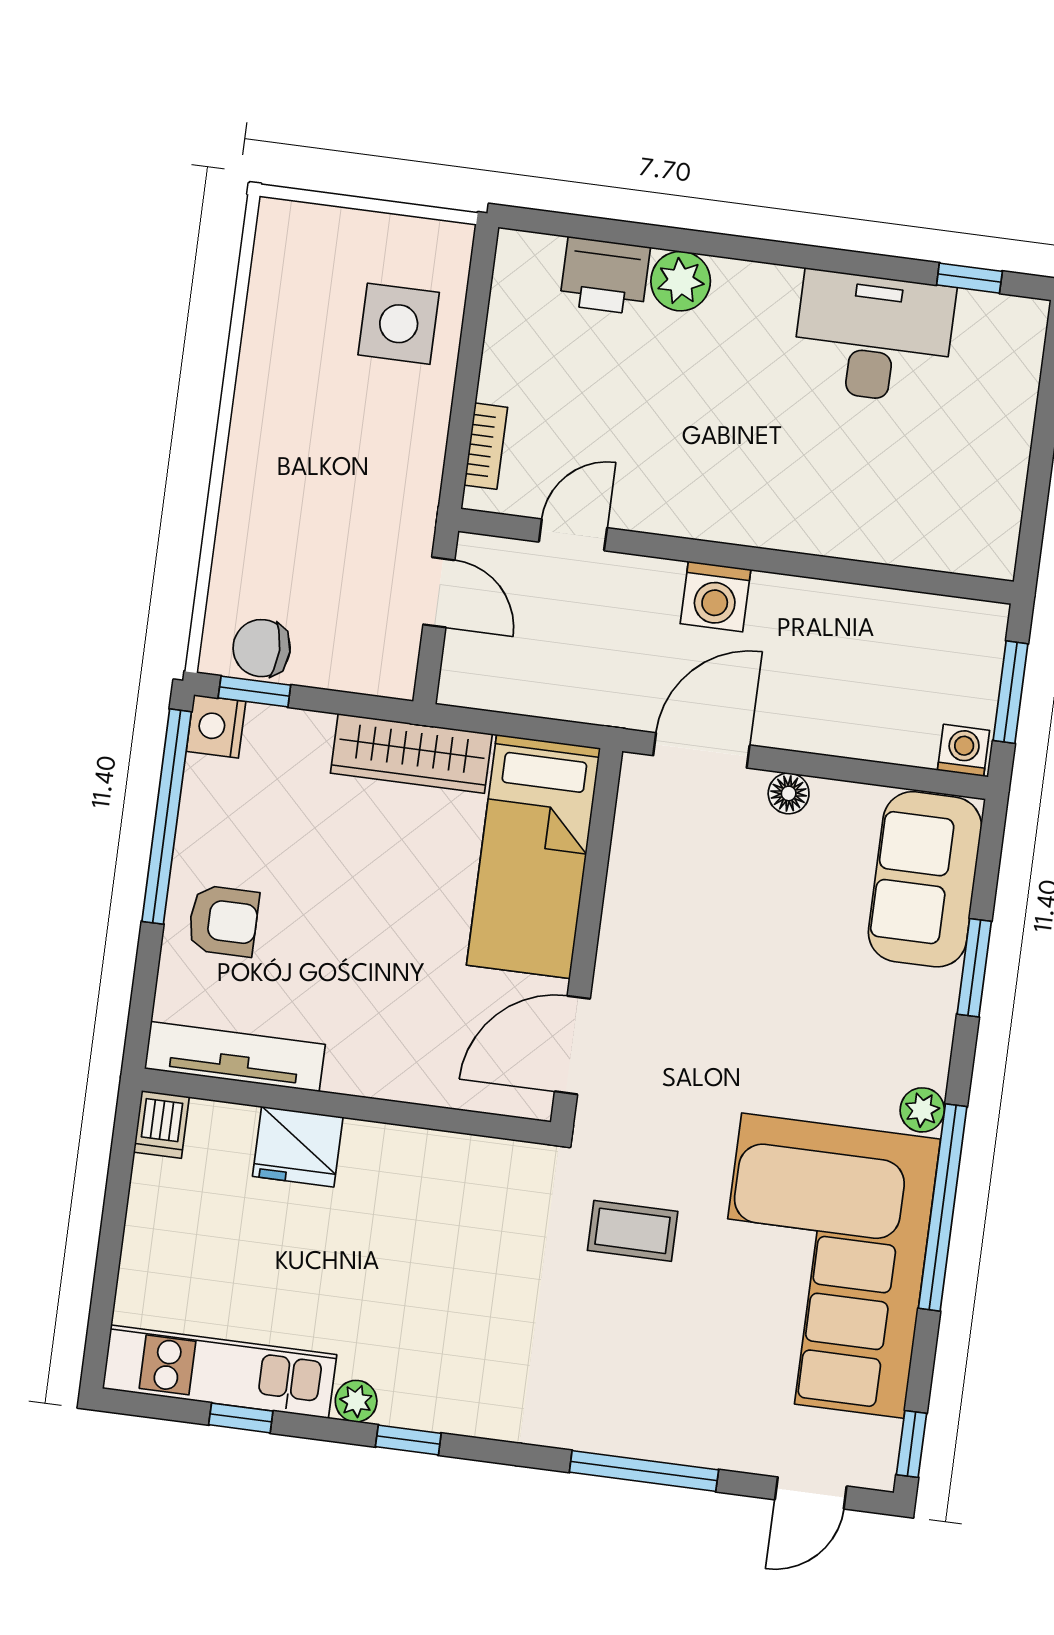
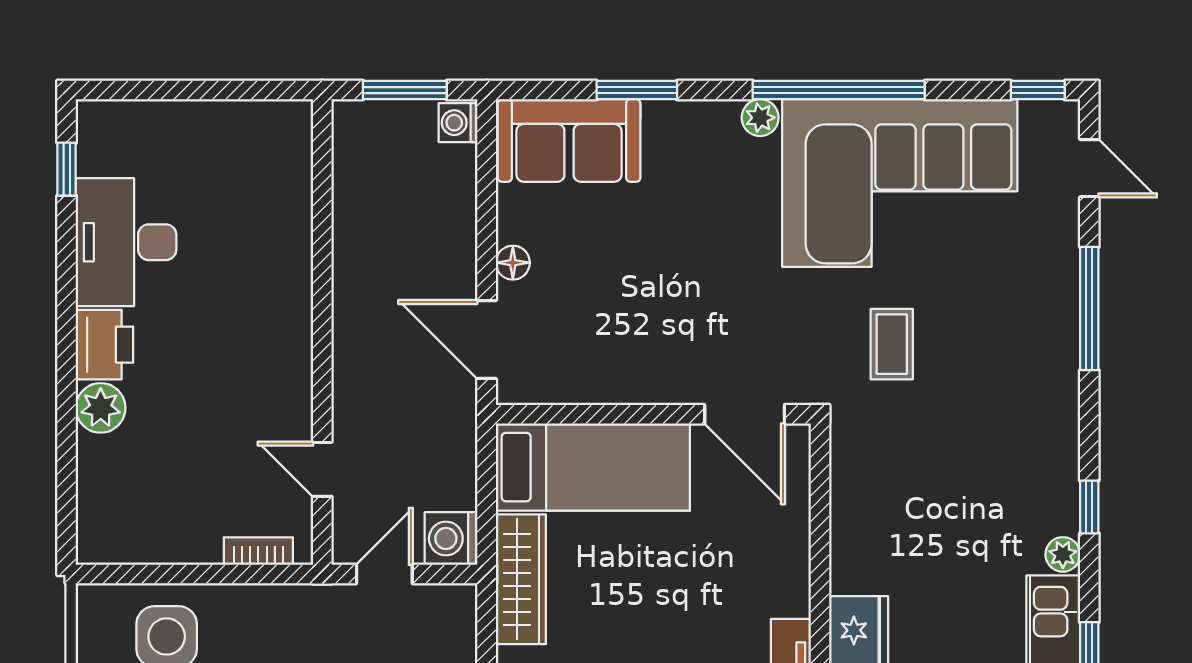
printer: (605, 276) -> (104, 345), moved
washing machine: (715, 596) -> (451, 539), moved, turned 180

